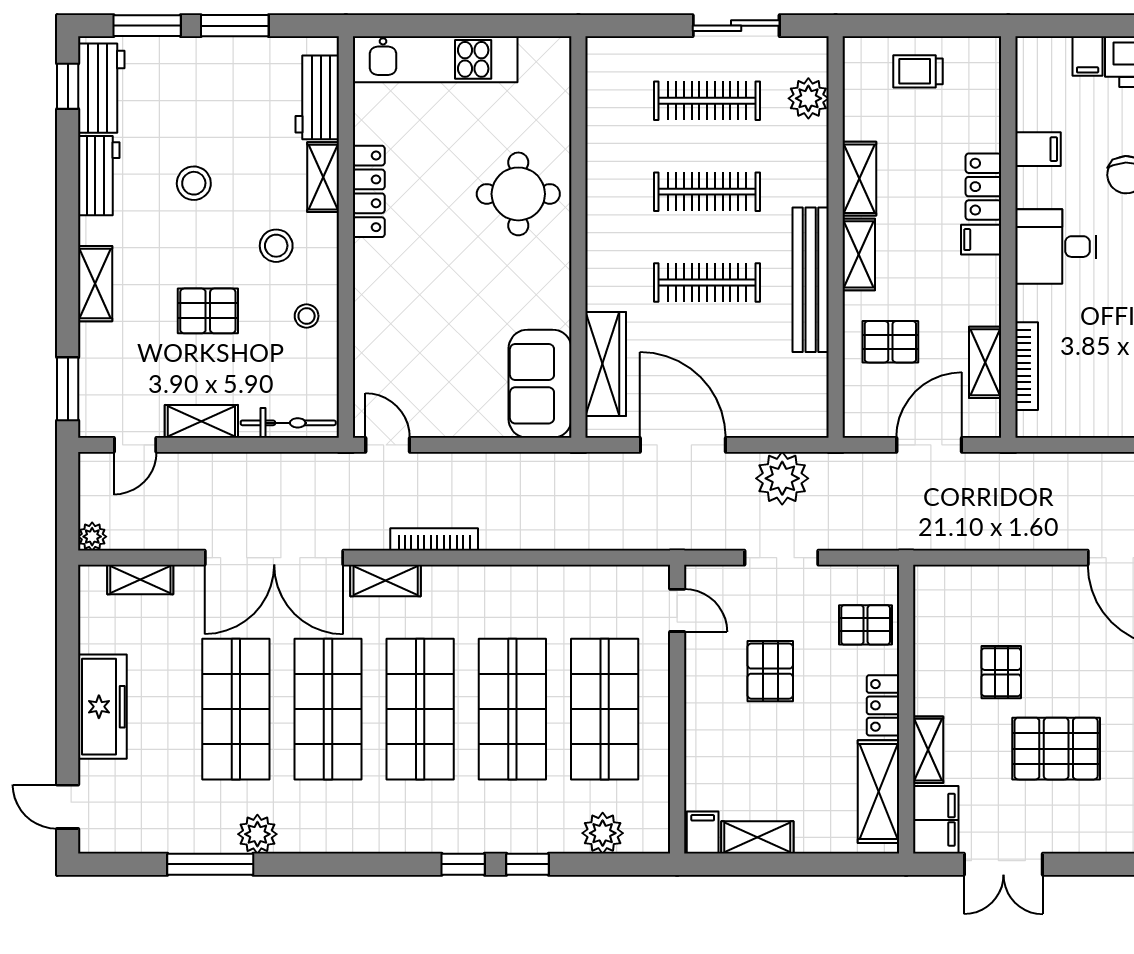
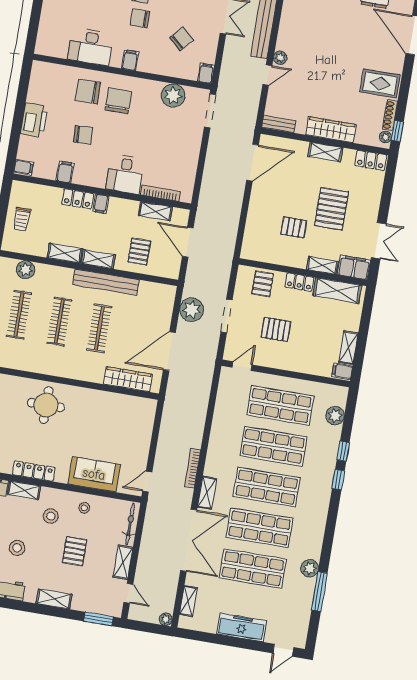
filing cabinet: (1088, 56) -> (24, 167), moved
desk: (1056, 247) -> (125, 174), moved
sofa: (540, 384) -> (94, 474), moved, turned 180

